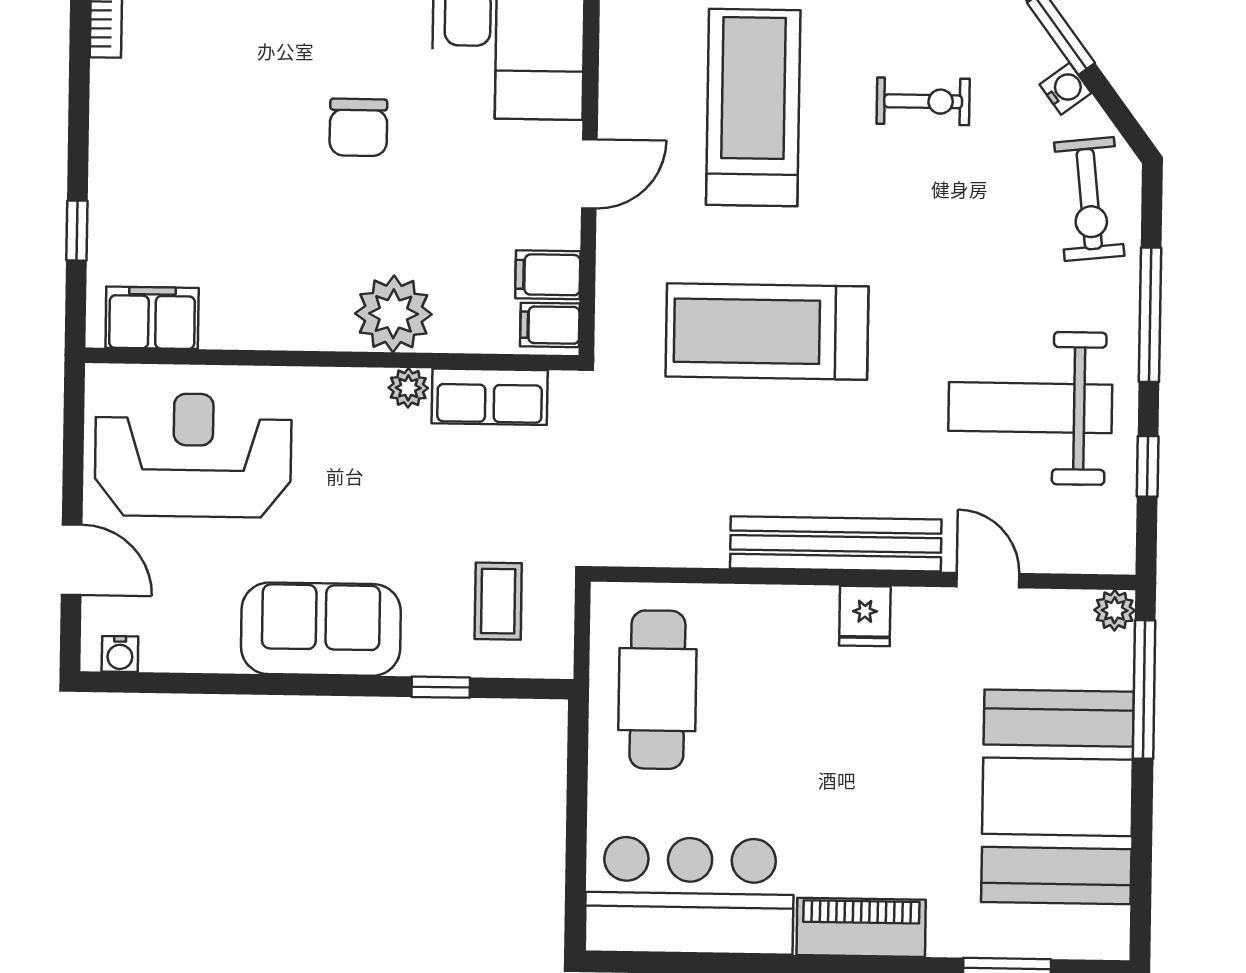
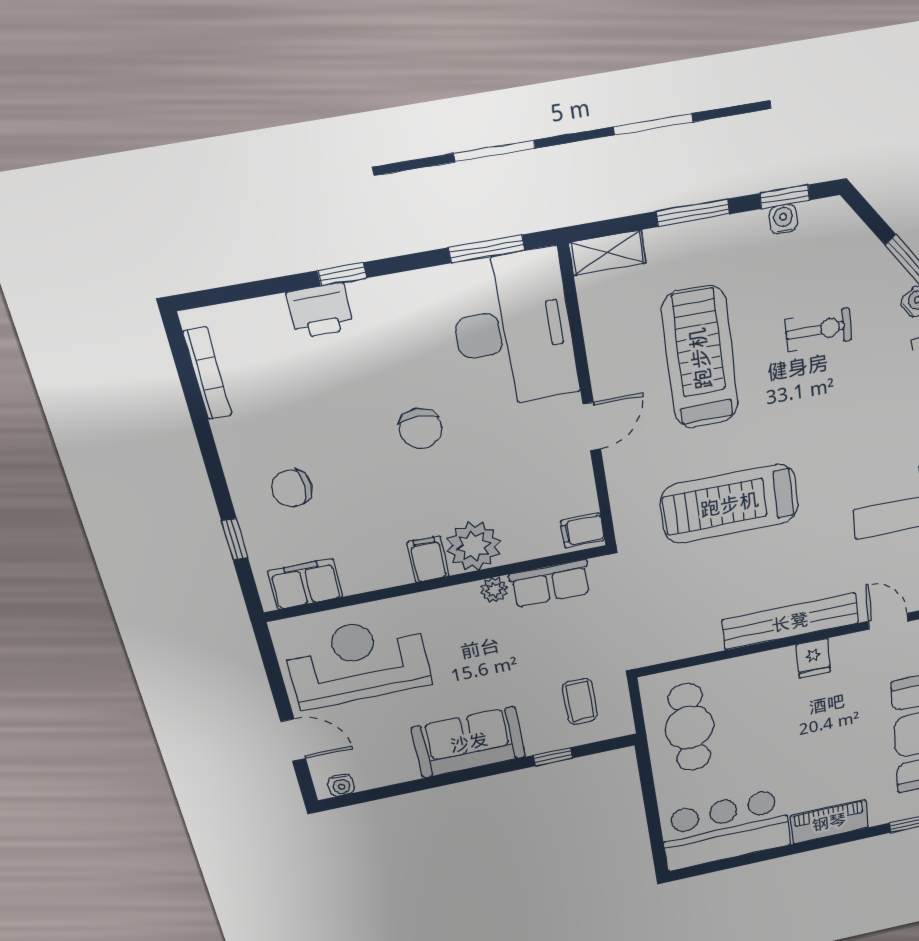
chair: (171, 174) -> (292, 488), added
filing cabinet: (548, 275) -> (428, 559), moved, turned 90

